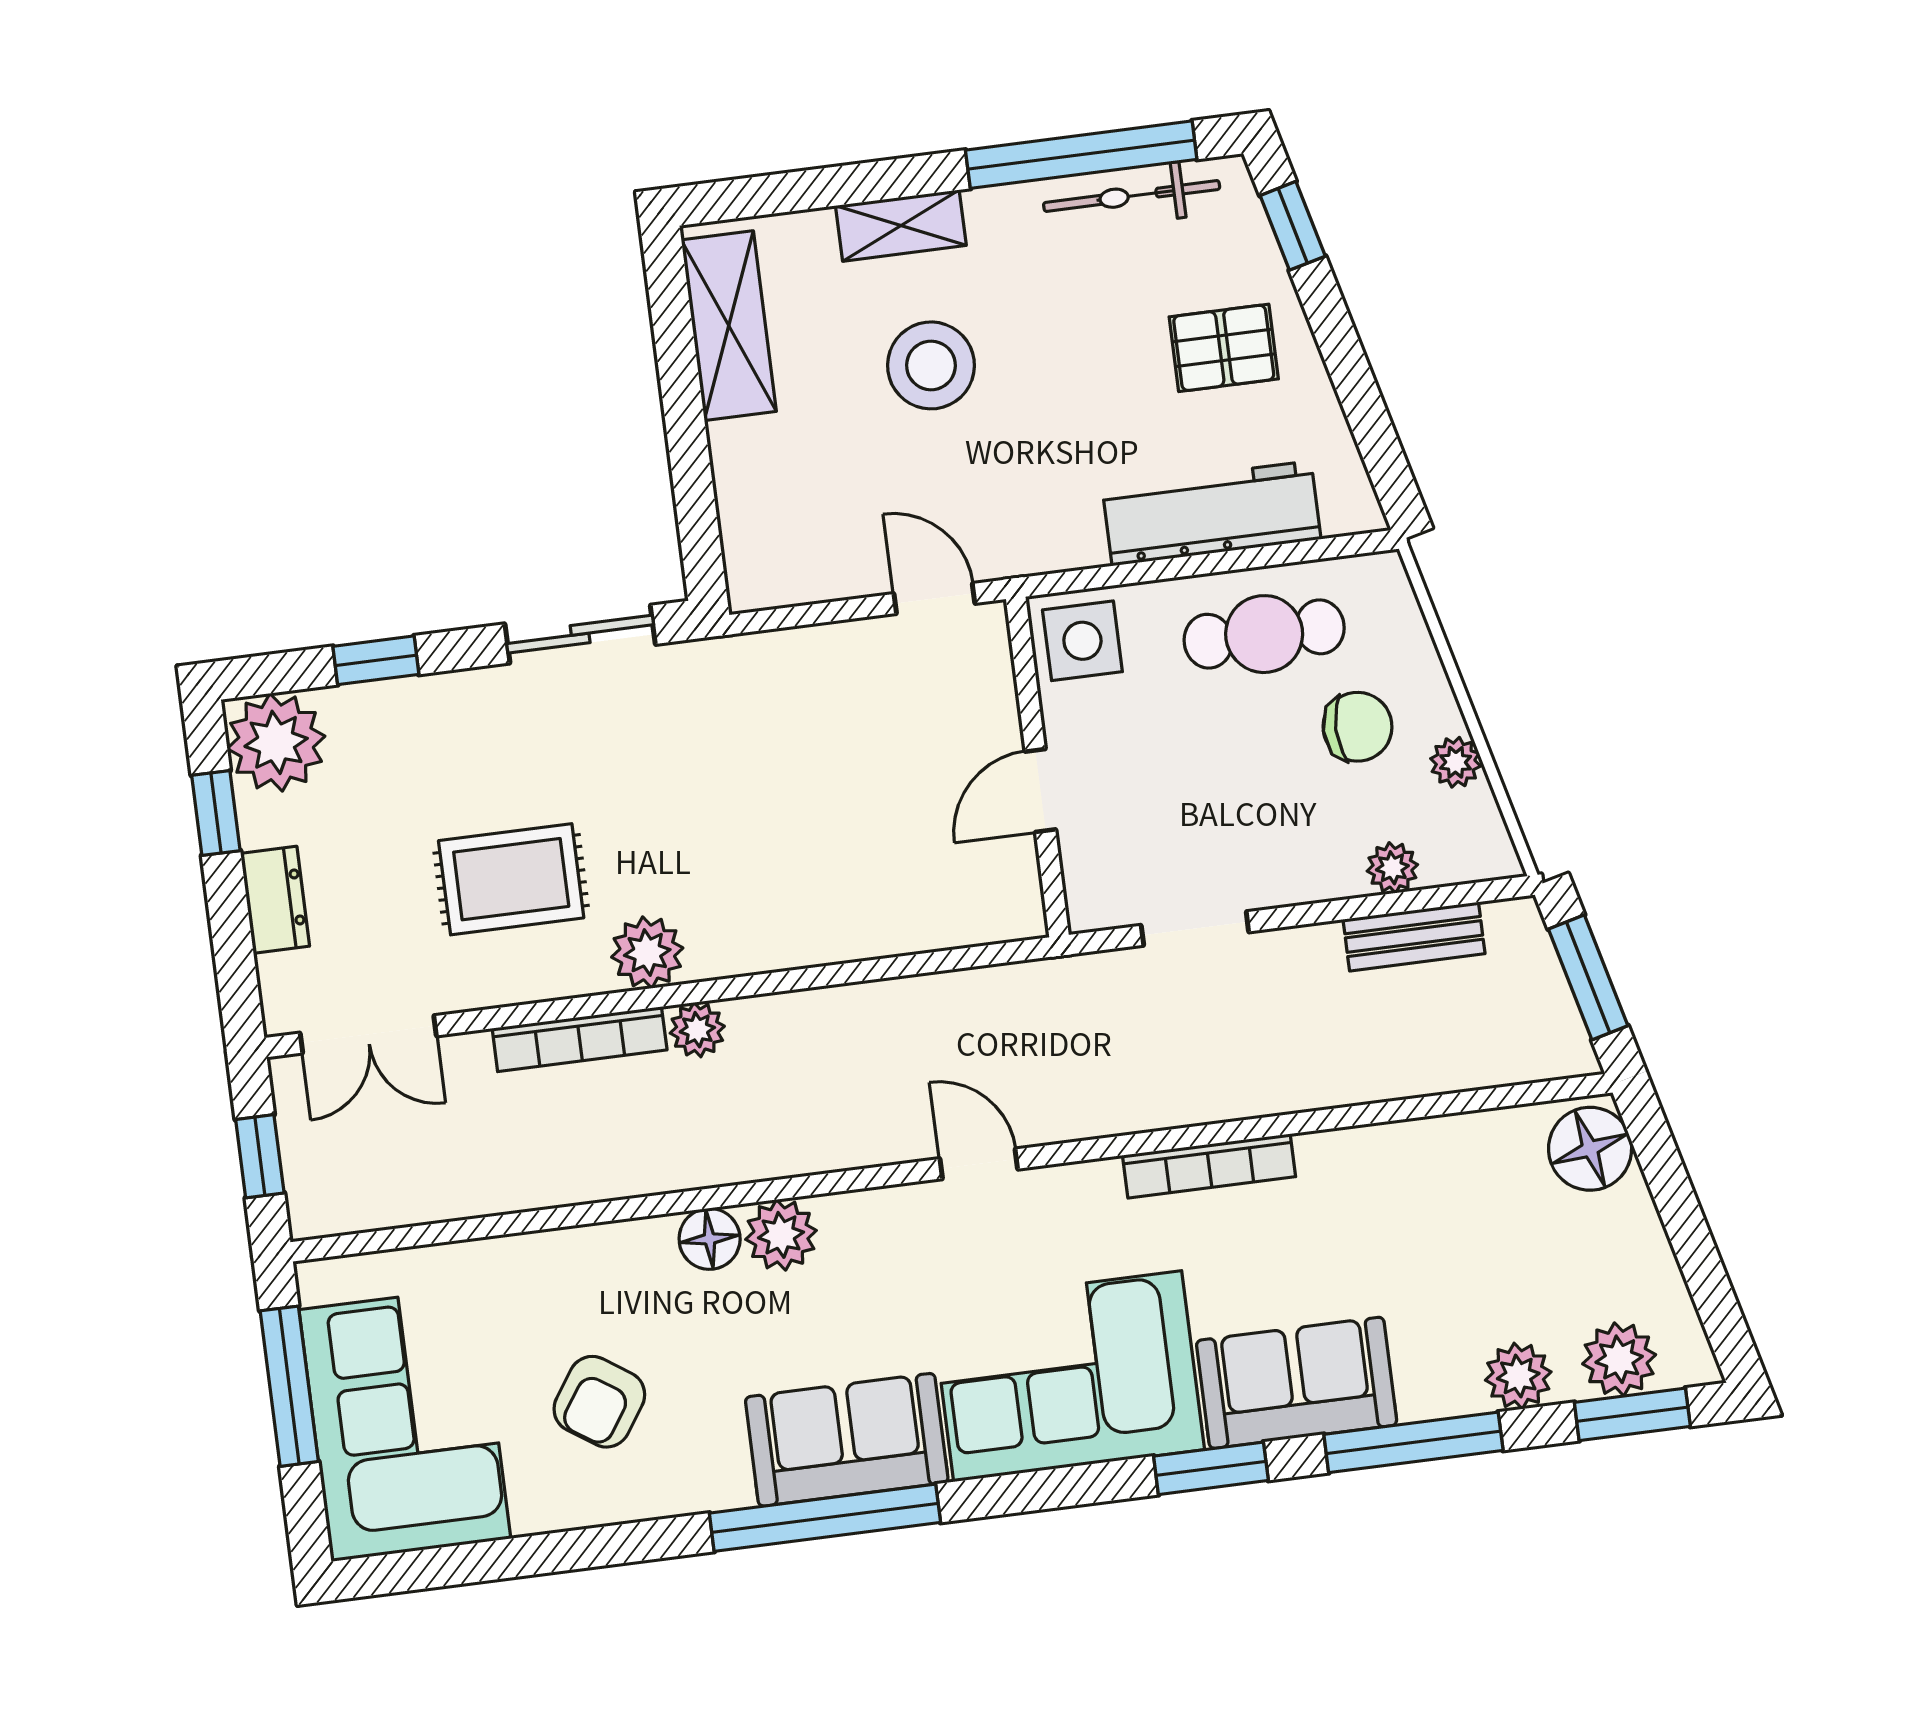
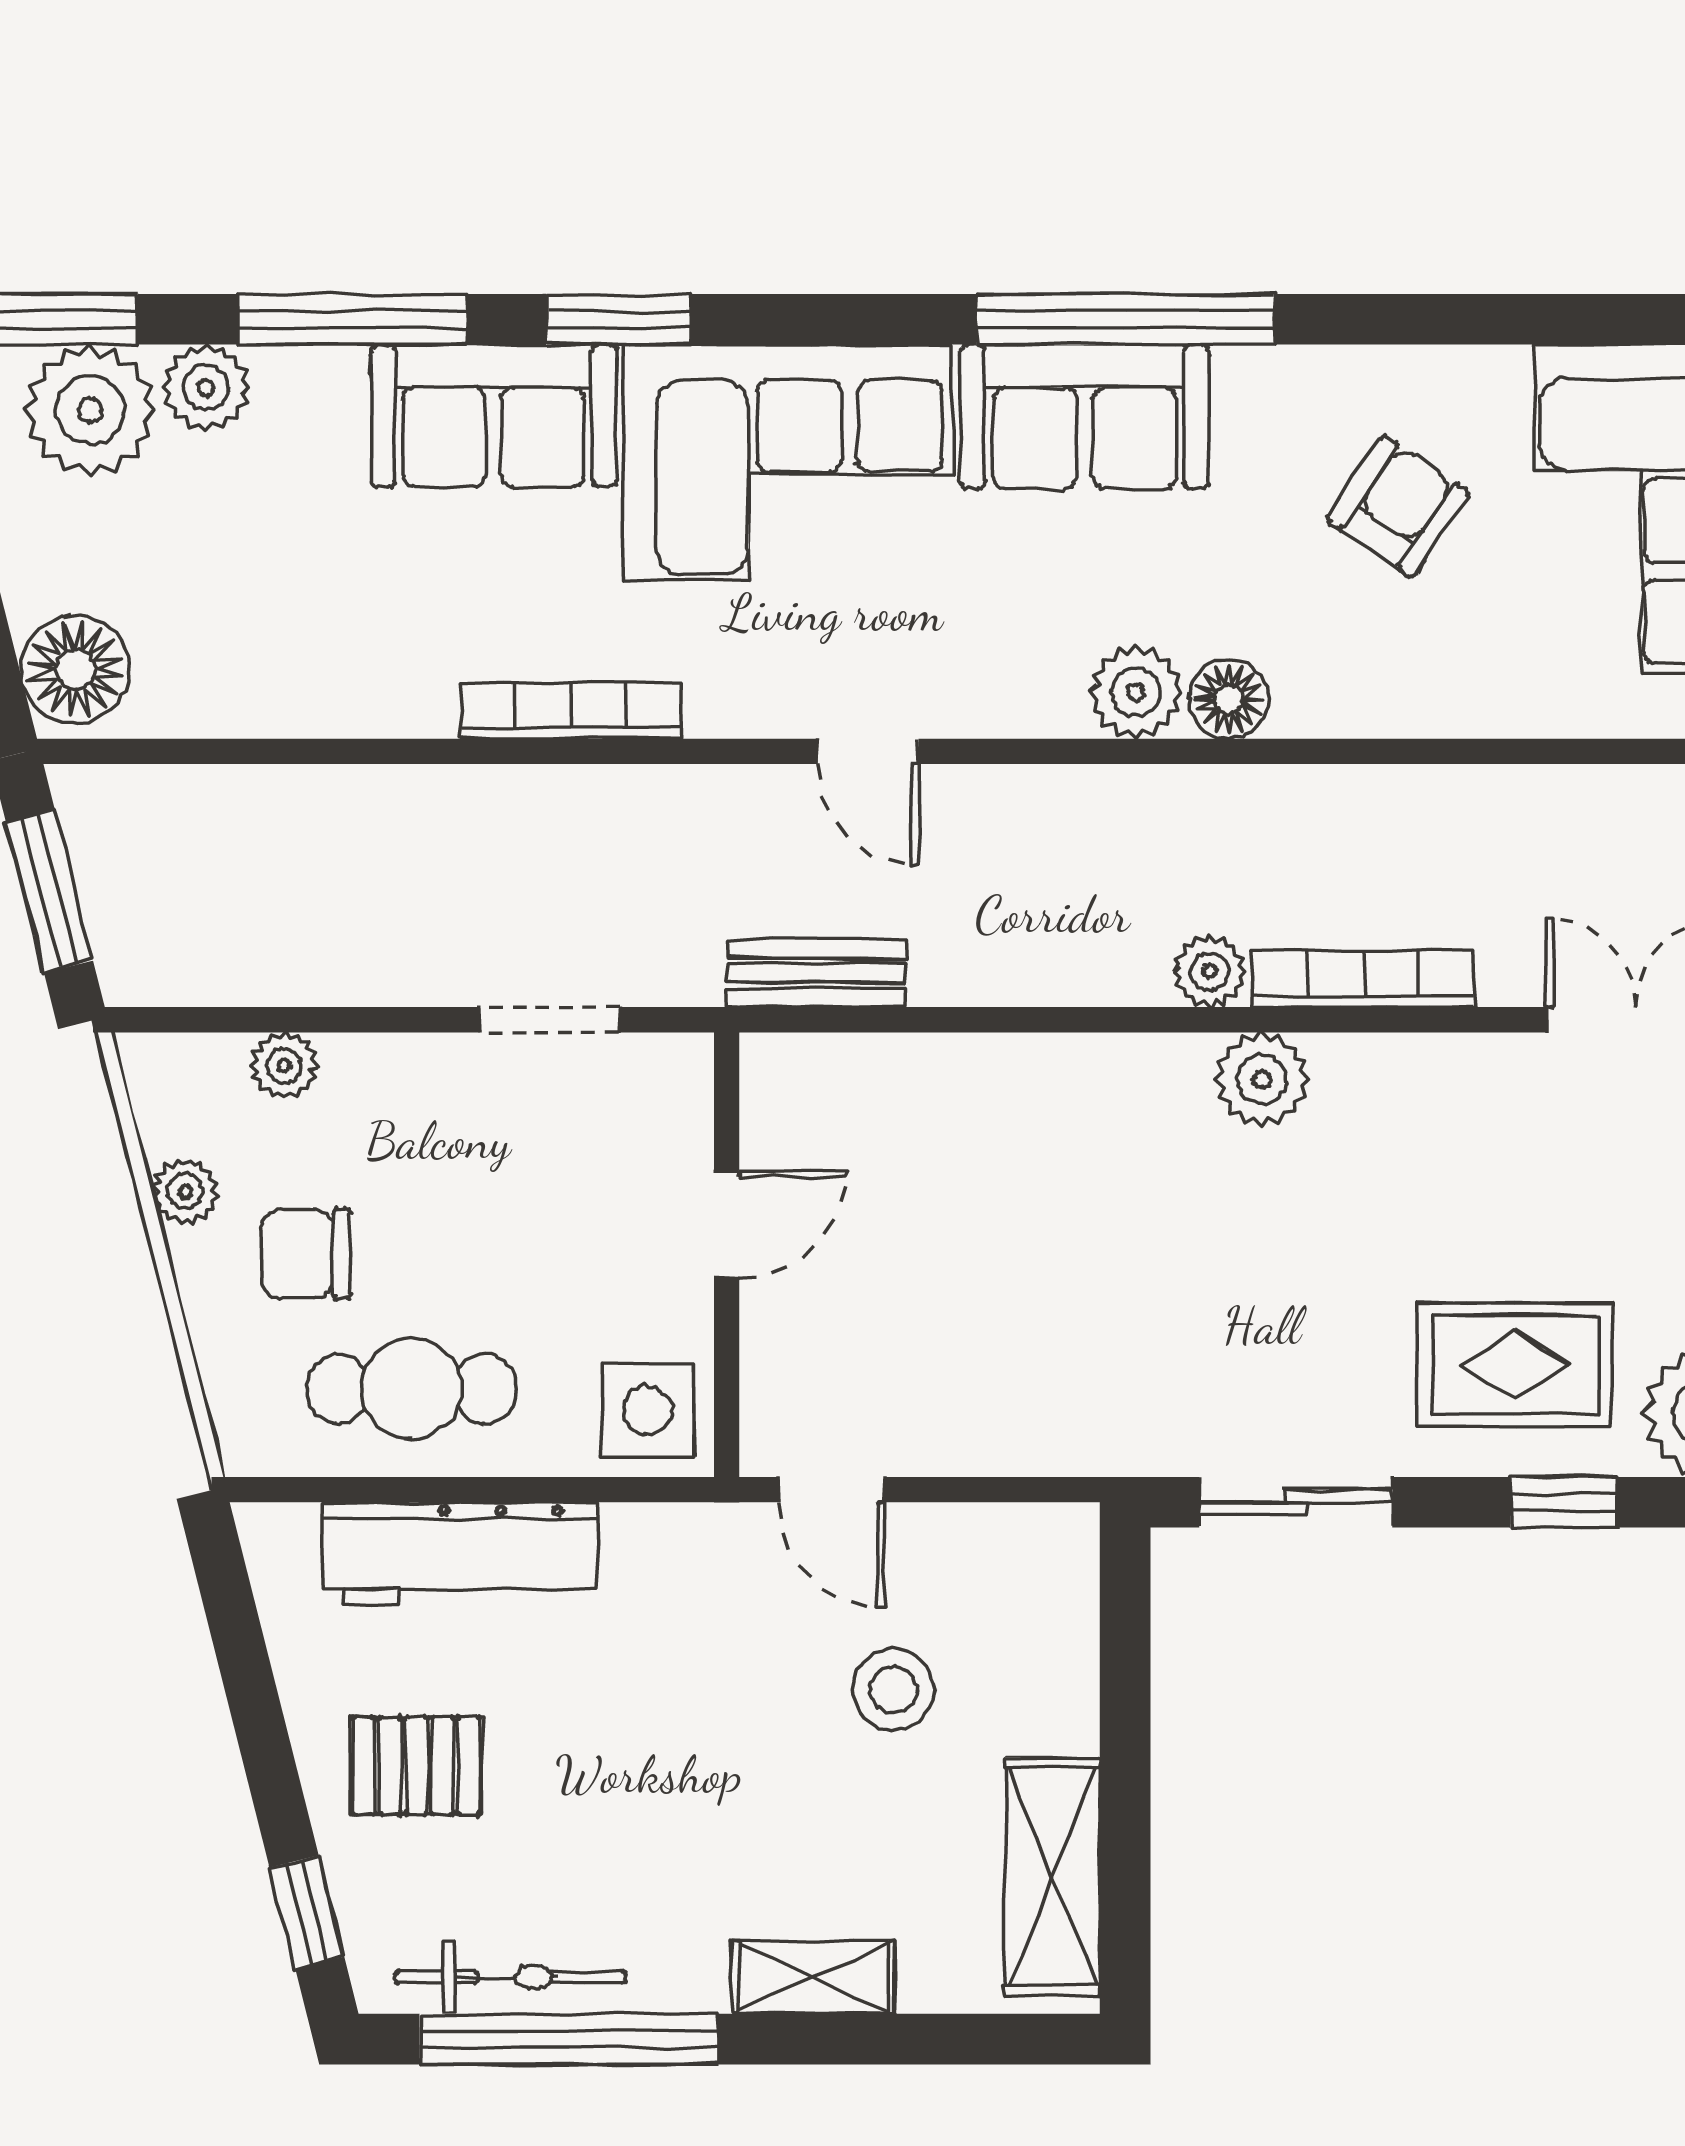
stool: (931, 365) -> (893, 1690), moved, width x0.73, depth x0.73
rug: (511, 879) -> (1515, 1364), moved
bench: (1414, 936) -> (816, 973), moved
plant: (1619, 1359) -> (90, 410), width x1.36, depth x1.36

